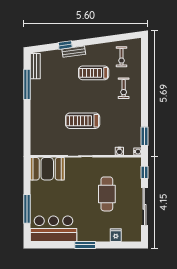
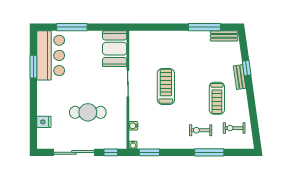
treadmill: (94, 73) -> (217, 98), turned 180
window: (144, 80) -> (209, 152), added
window: (85, 245) -> (33, 67), moved

